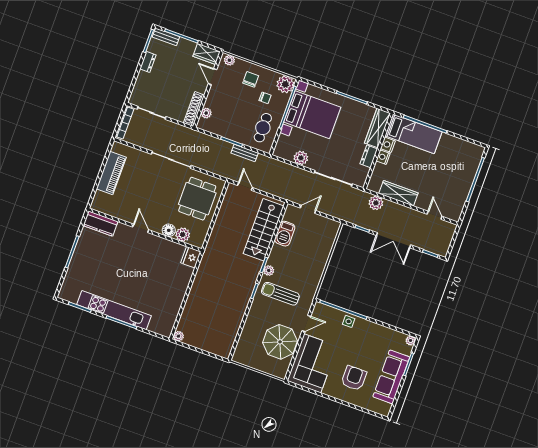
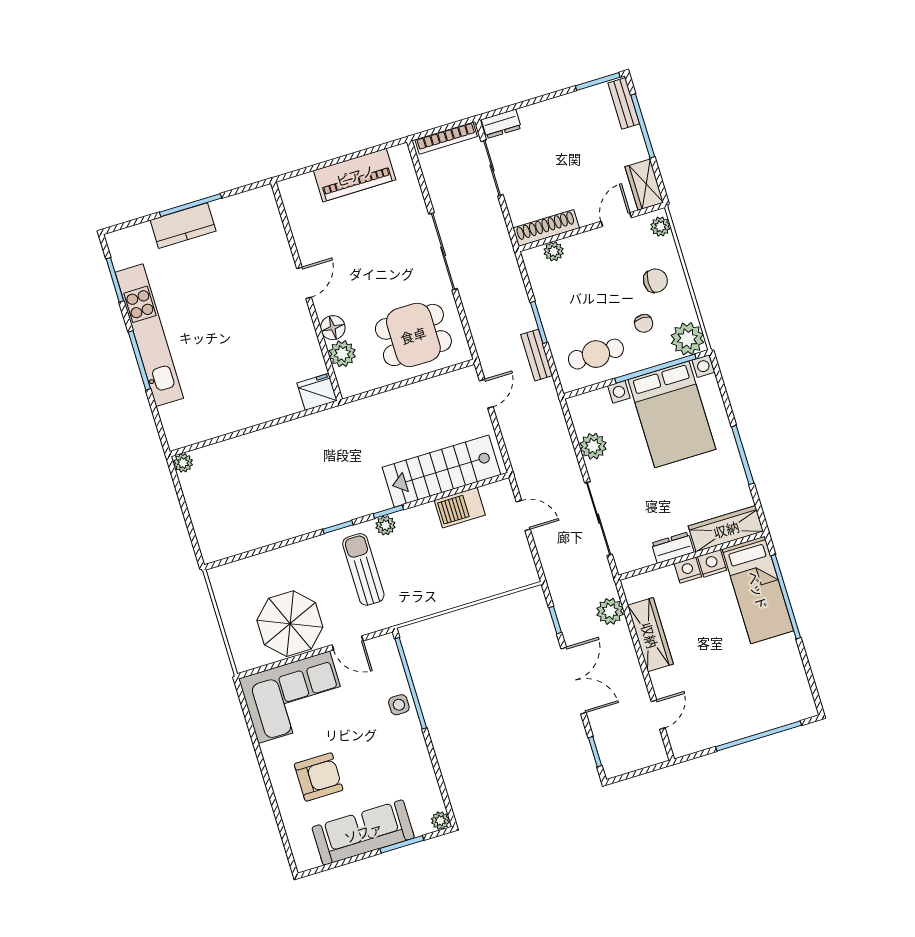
dresser: (148, 62) -> (501, 124), moved
kitchen counter: (100, 223) -> (183, 226), moved, turned -90
double door: (394, 240) -> (573, 681), swing flipped

